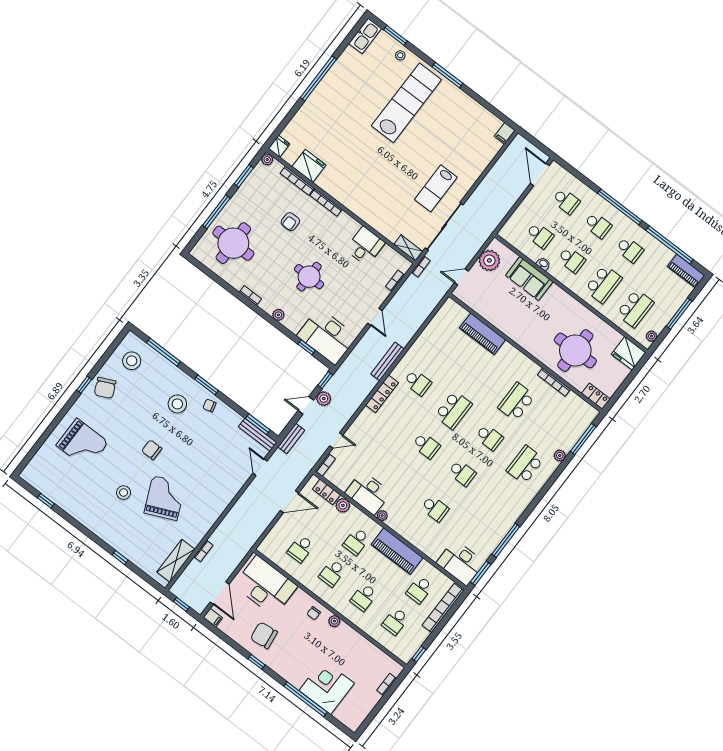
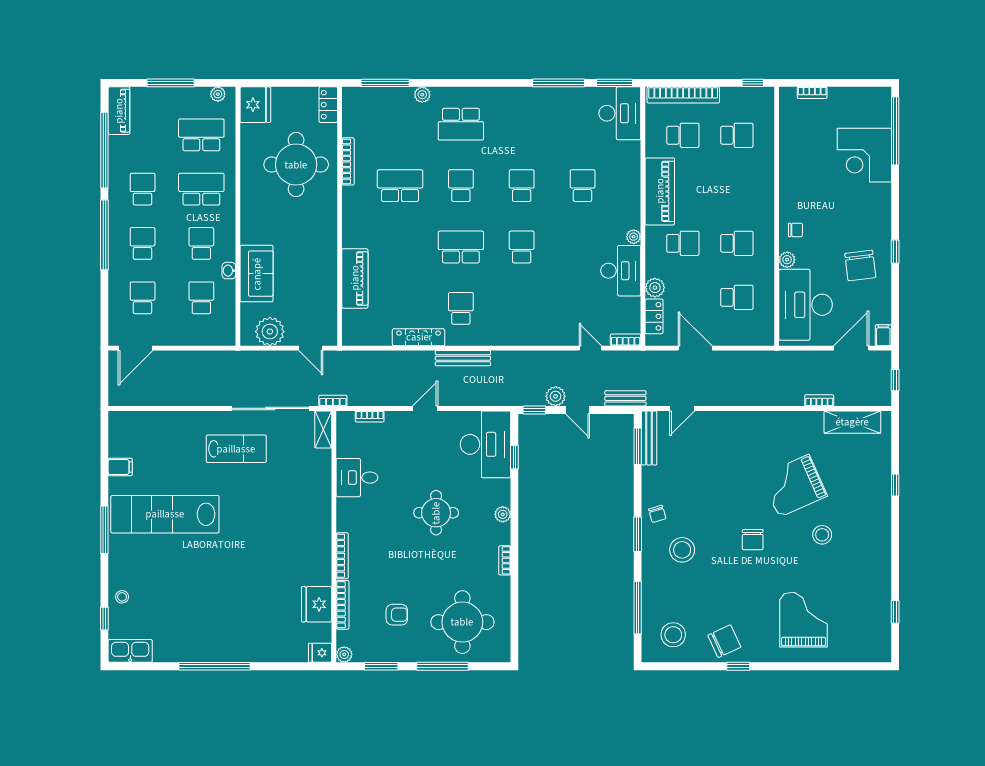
window: (395, 35) -> (104, 619), width x0.67
lab bench: (406, 103) -> (165, 514), moved
filing cabinet: (505, 133) -> (120, 467), moved
armchair: (290, 222) -> (397, 615), moved
locker: (382, 394) -> (419, 337), moved
school desk: (516, 402) -> (400, 186), turned 180
school desk: (364, 597) -> (737, 189), removed
plant: (334, 621) -> (787, 260), moved
window: (305, 699) -> (895, 131), moved

